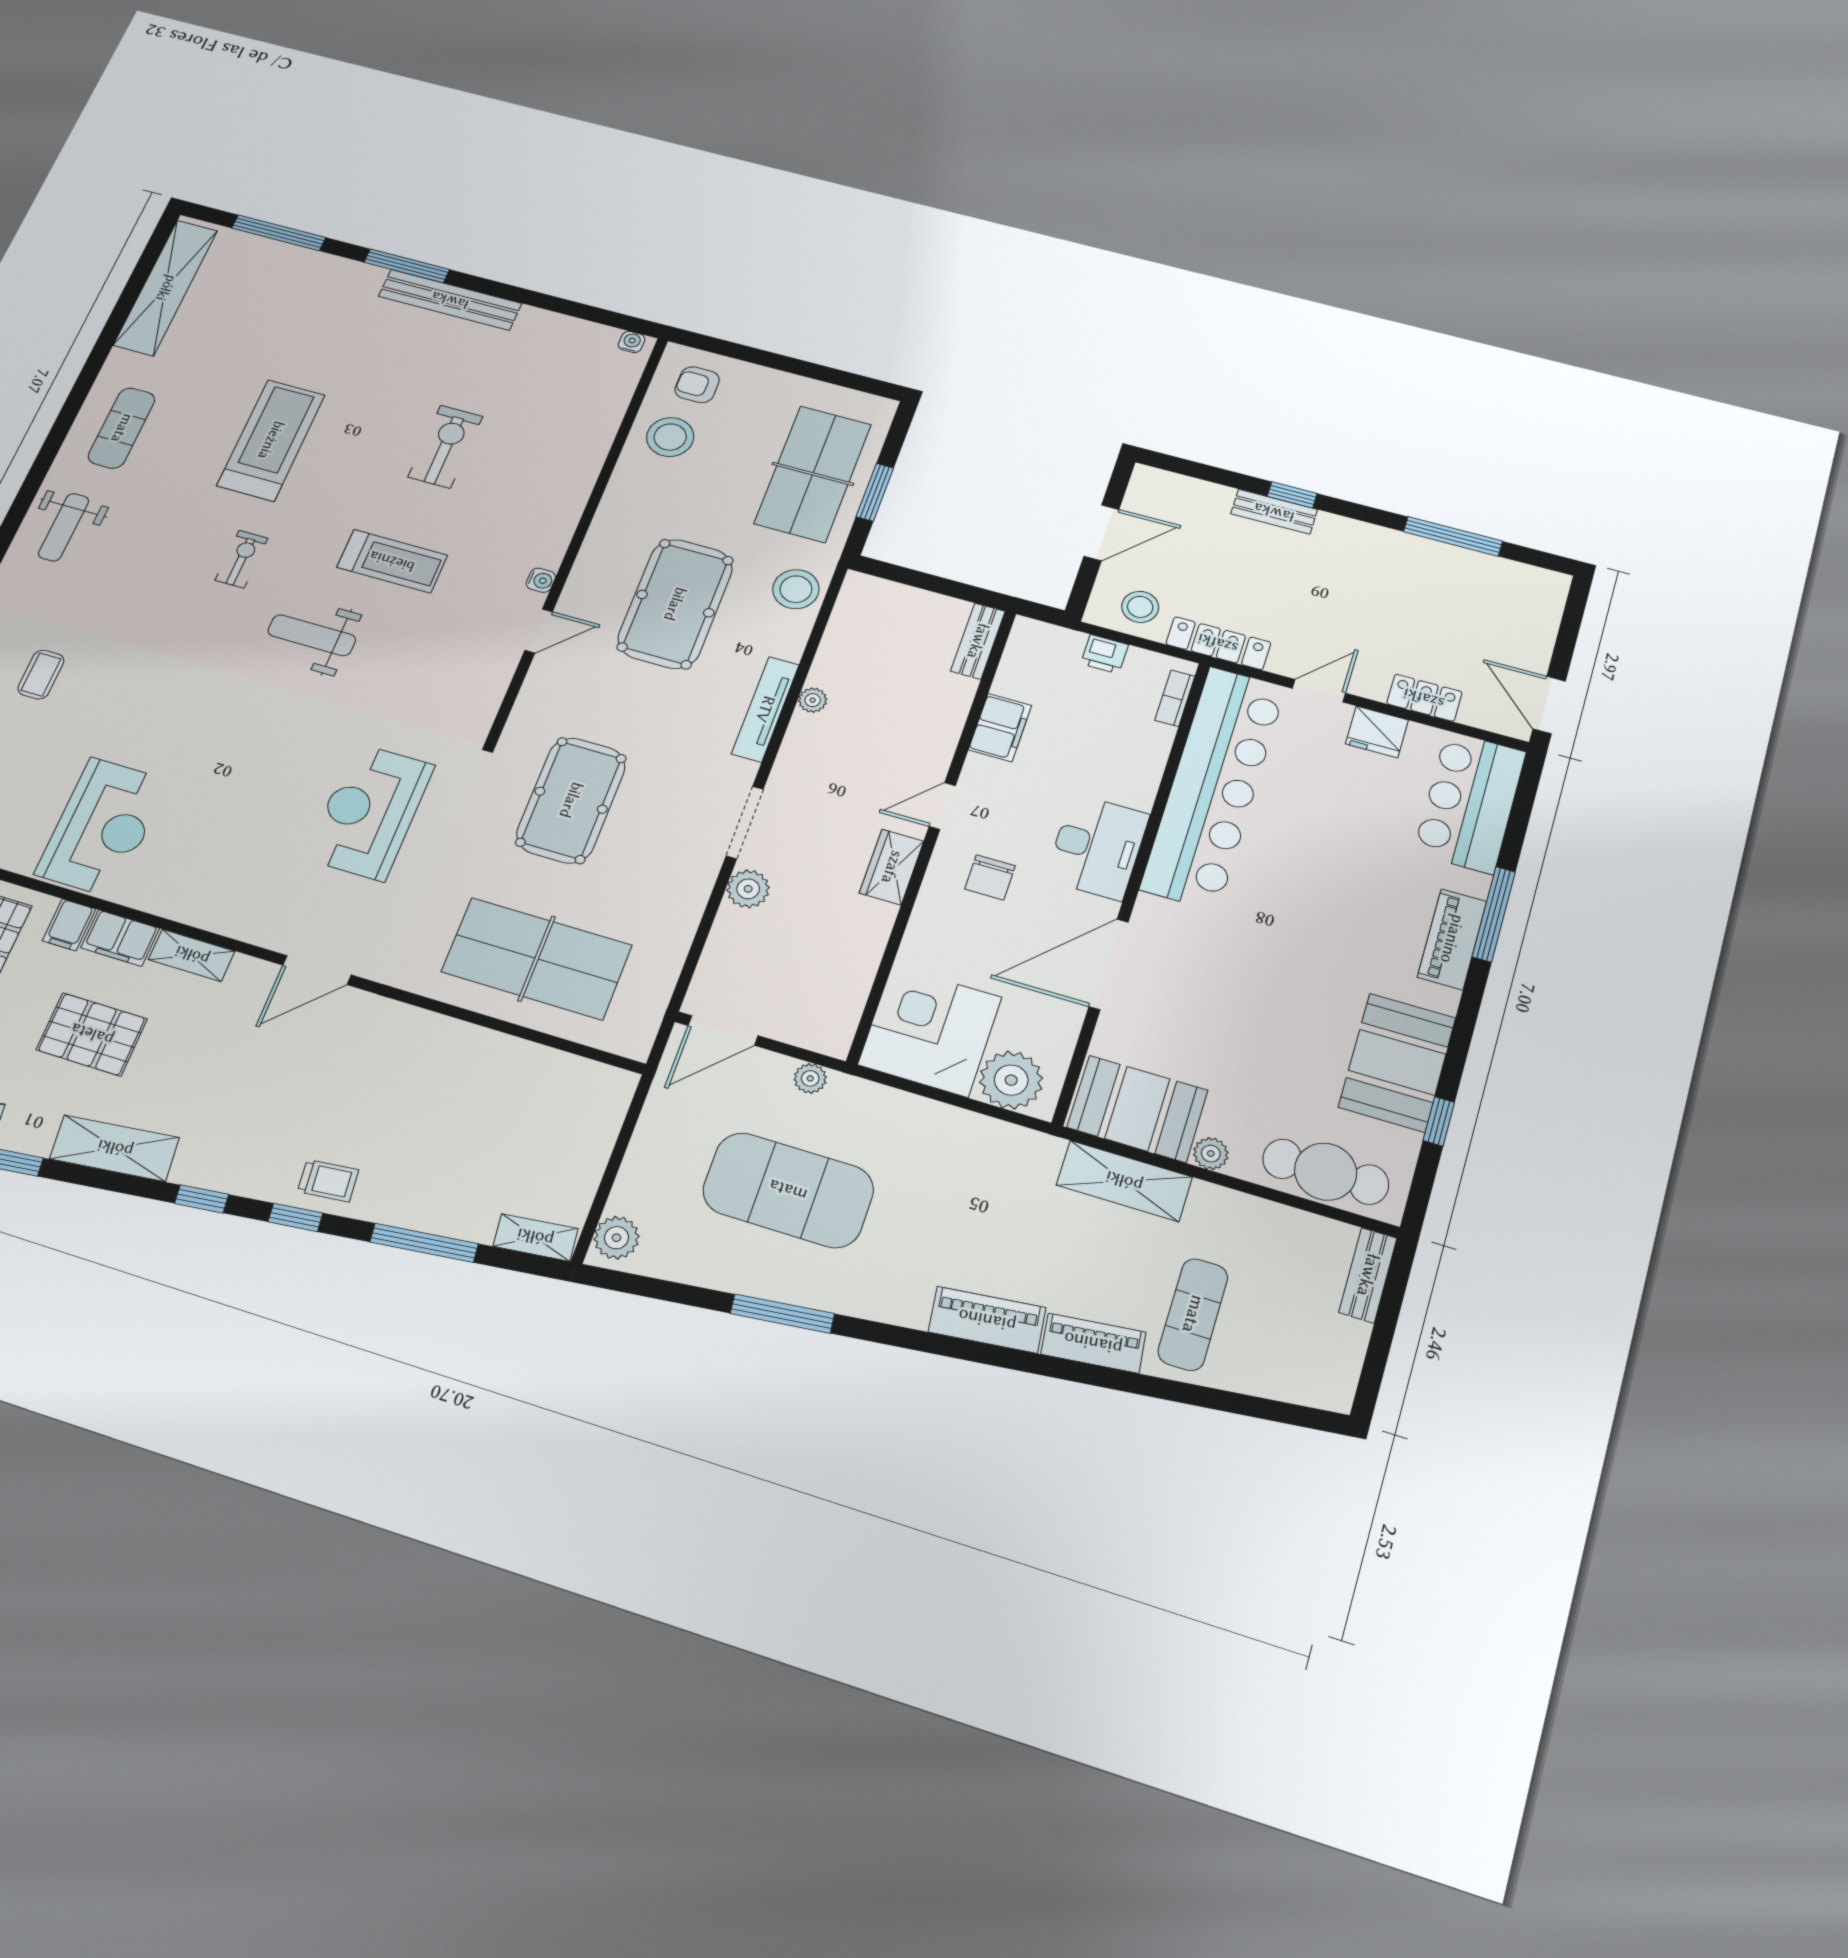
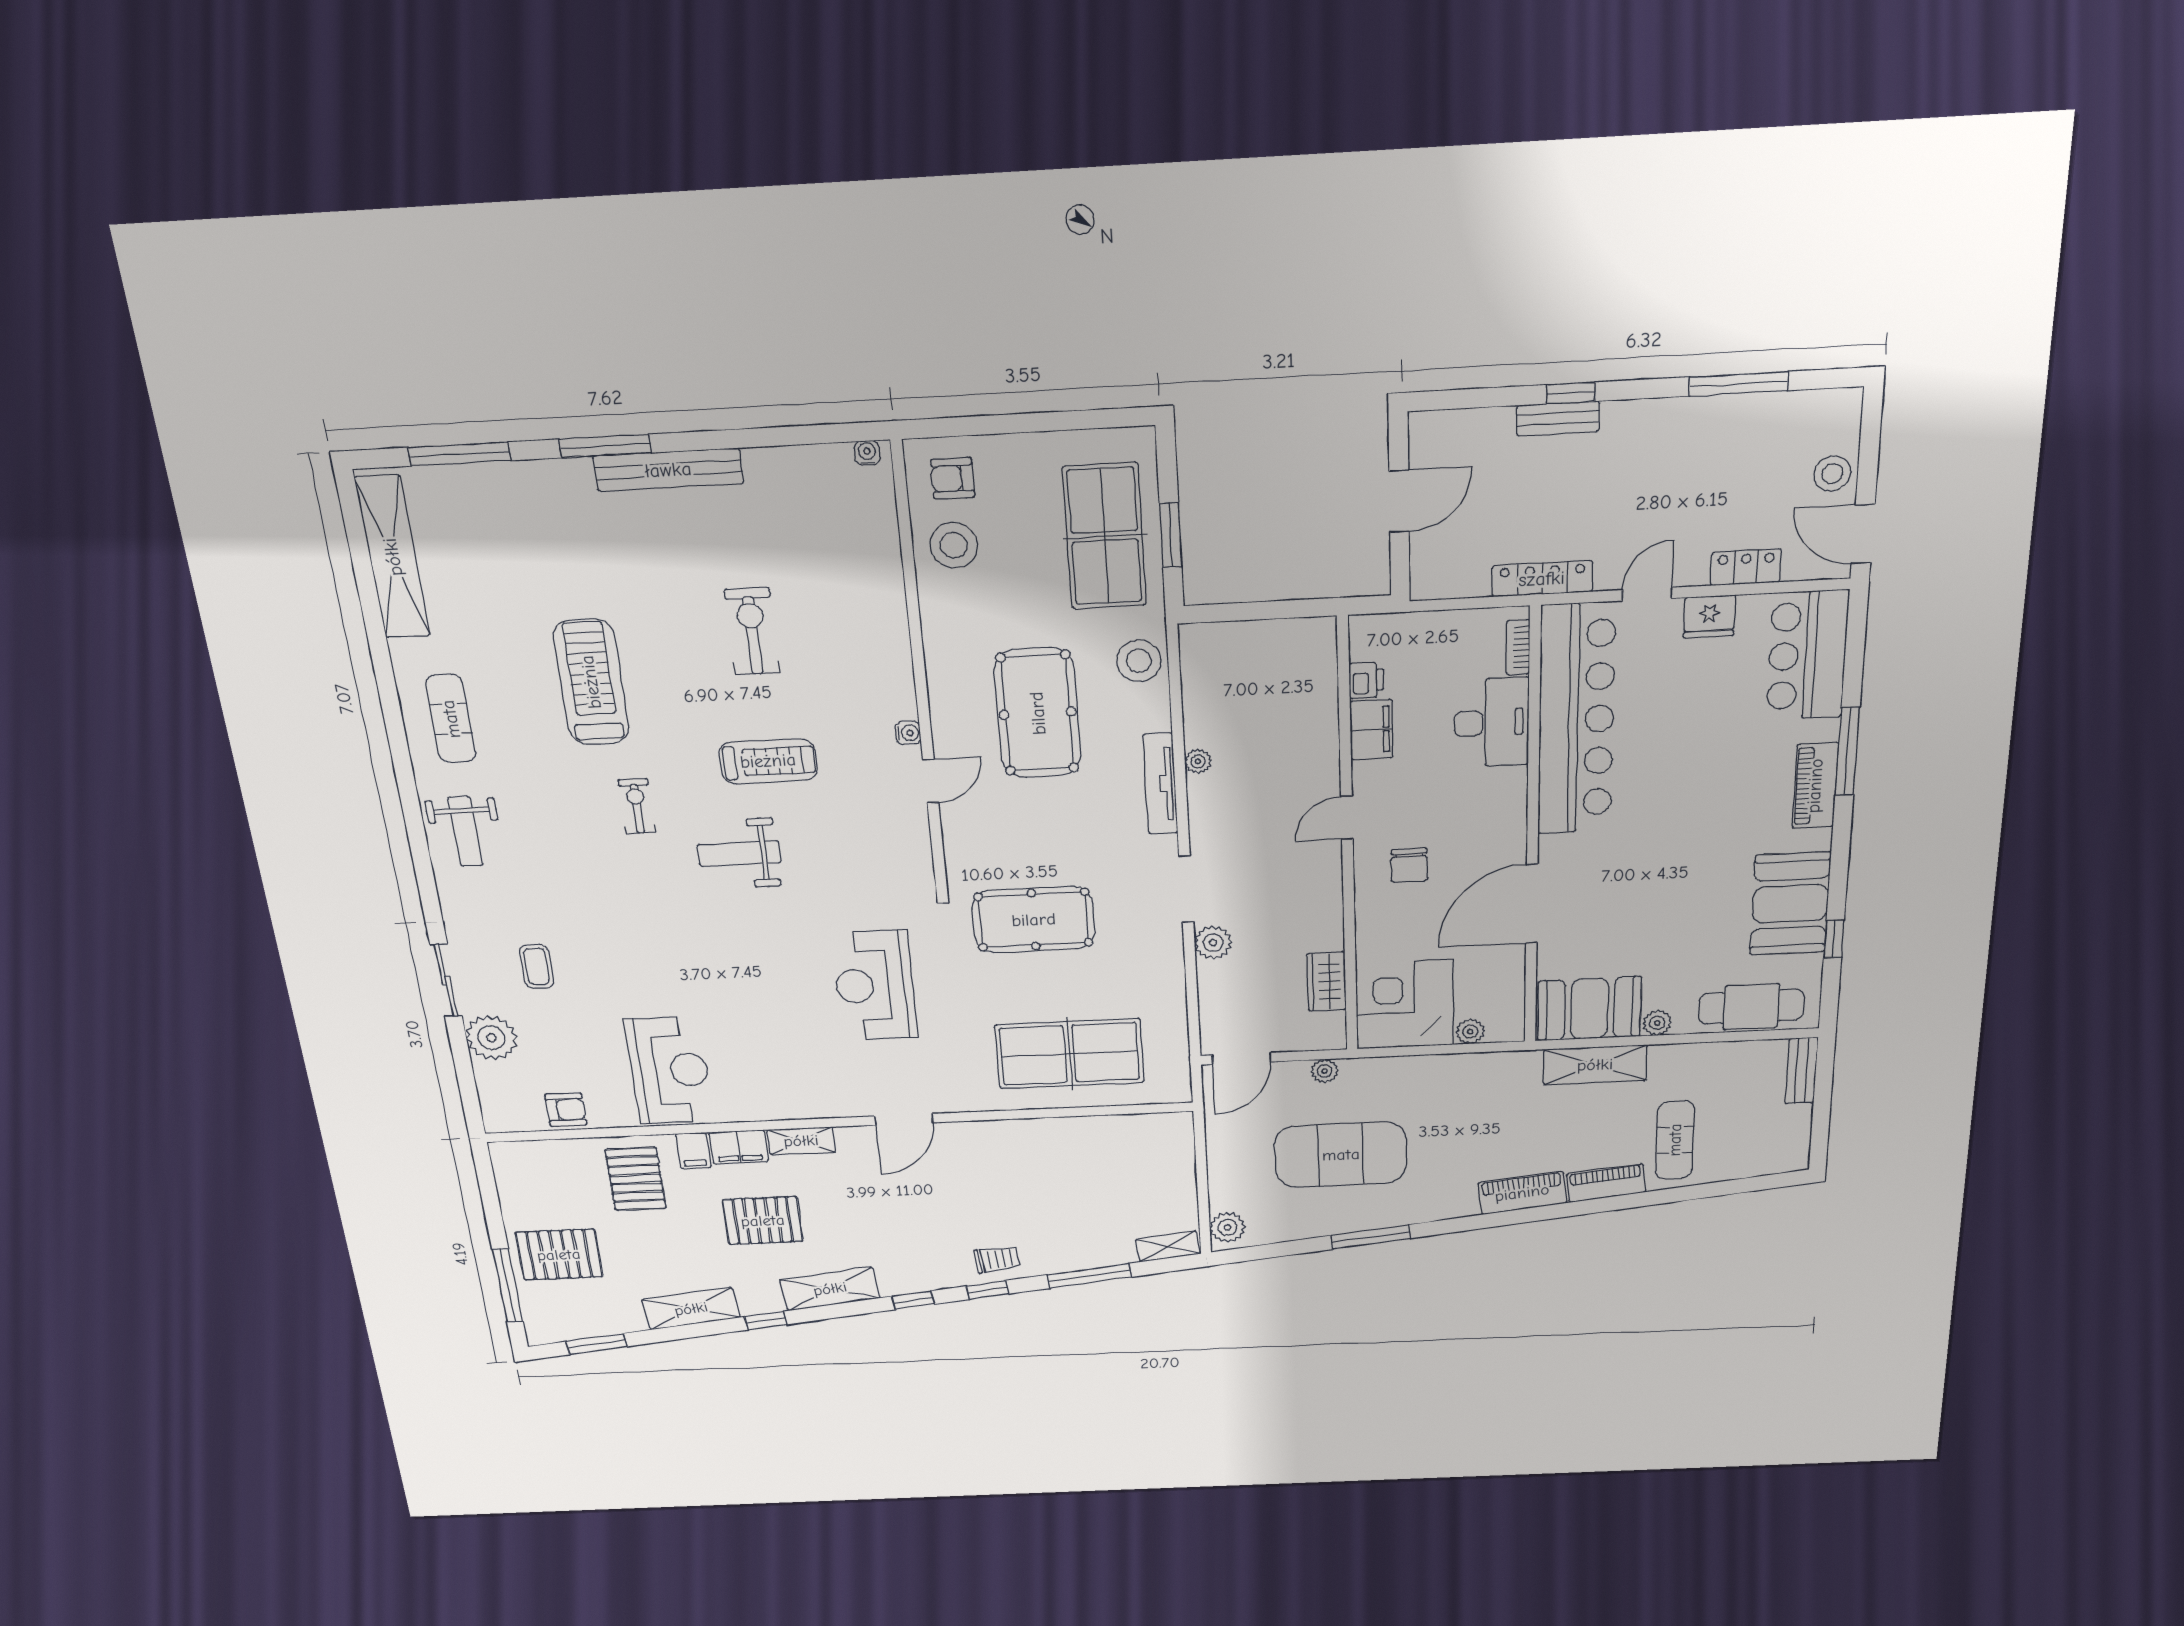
stool: (1140, 607) -> (1832, 474), moved
bench: (978, 641) -> (1322, 654), removed
printer: (1105, 654) -> (1366, 680), moved, turned -90
pool table: (571, 800) -> (1034, 920), turned 90
desk: (1097, 847) -> (1492, 723), moved
wardrobe: (892, 867) -> (1327, 982), moved
plant: (1011, 1080) -> (1470, 1032), width x0.53, depth x0.53

